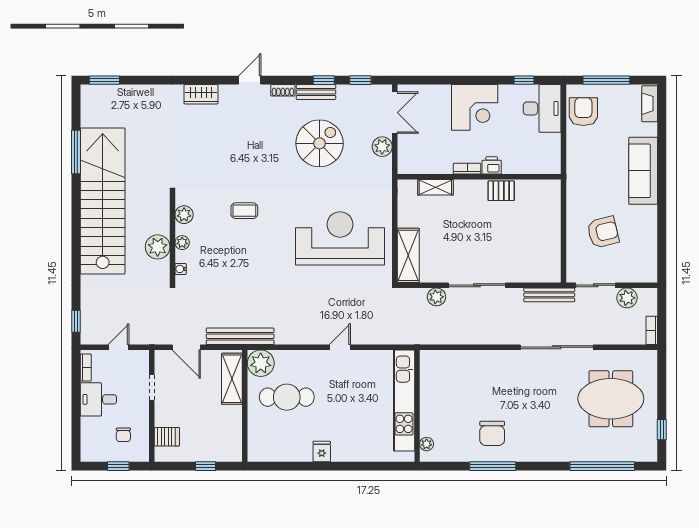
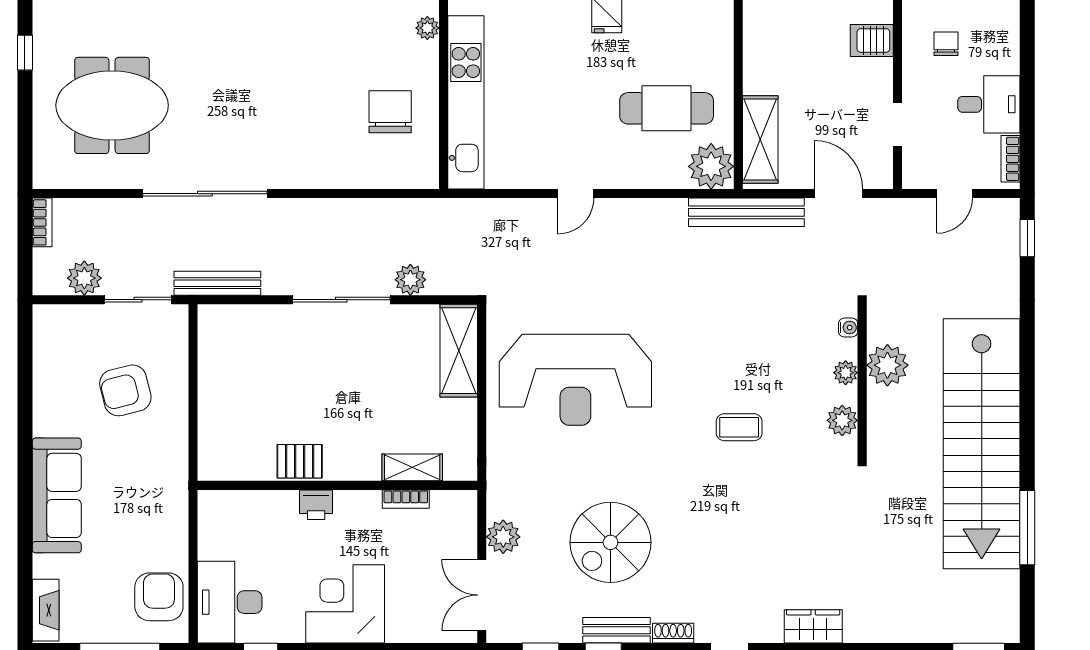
armchair: (583, 112) -> (159, 597), turned 180
bookcase: (467, 169) -> (406, 499), moved
chair: (492, 433) -> (390, 112), moved

